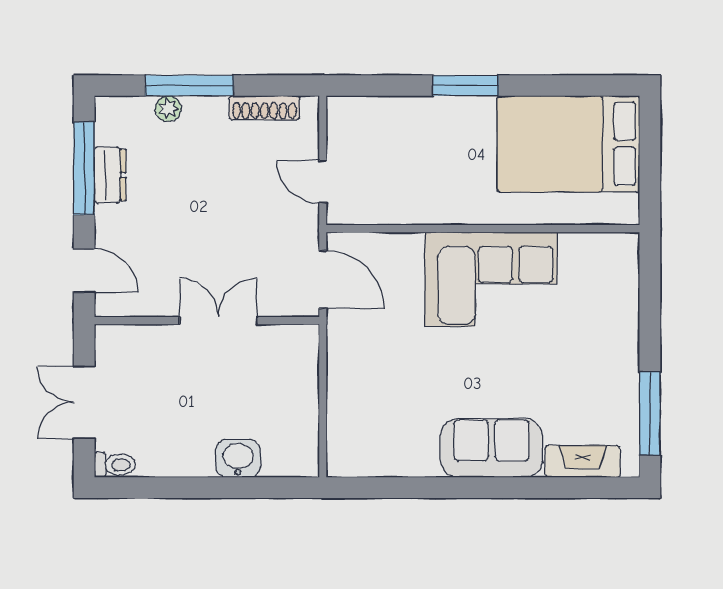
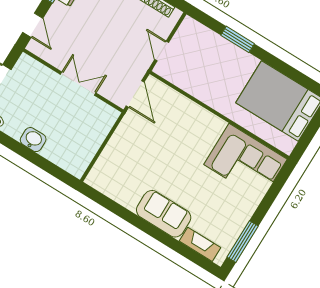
window: (466, 85) -> (238, 39), moved
corner sofa: (491, 279) -> (245, 162), moved
washbasin: (238, 459) -> (33, 140), moved

